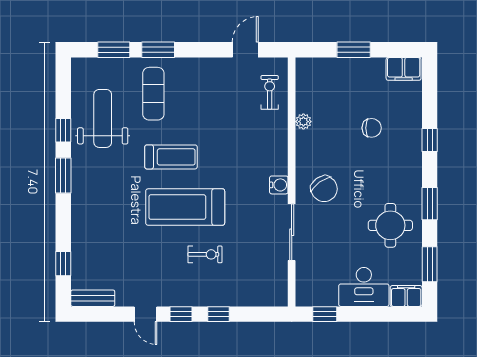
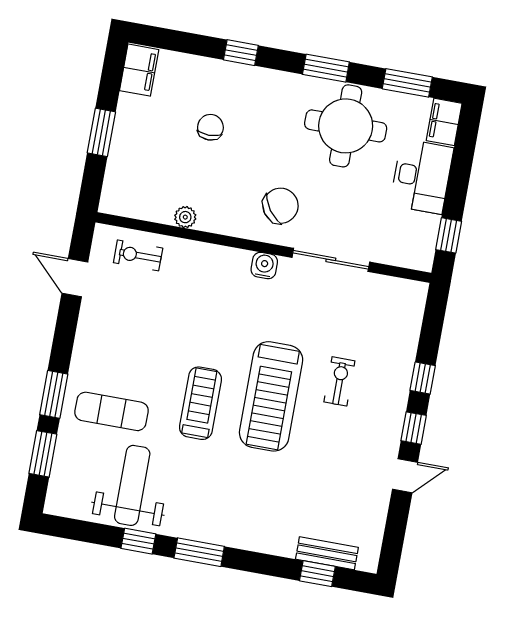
weight bench: (103, 118) -> (132, 485), turned 90
round table: (390, 225) -> (346, 126), width x1.36, depth x1.36
bench: (93, 298) -> (327, 553), moved, turned 90

